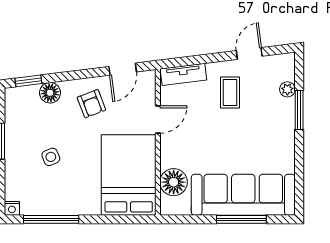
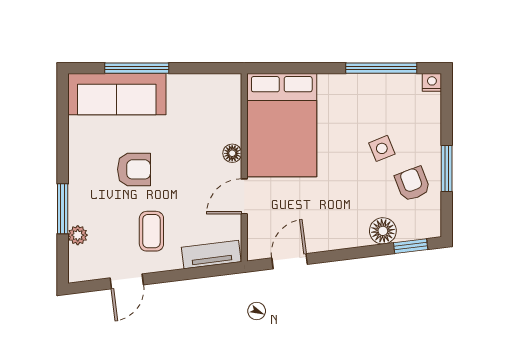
armchair: (91, 104) -> (413, 184), moved
armchair: (244, 141) -> (134, 169), added
floor lamp: (174, 182) -> (232, 153), moved, width x0.53, depth x0.53
sofa: (243, 195) -> (117, 94), width x0.74, depth x0.79

